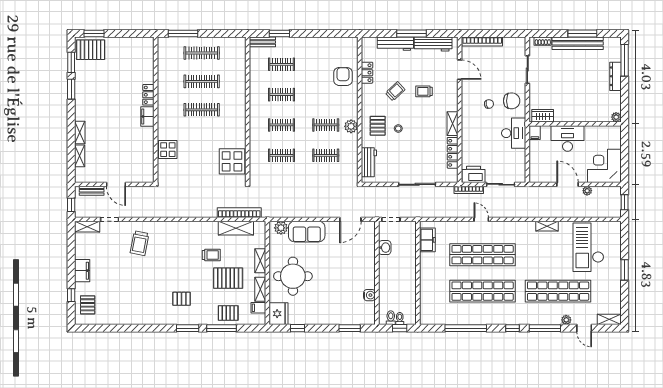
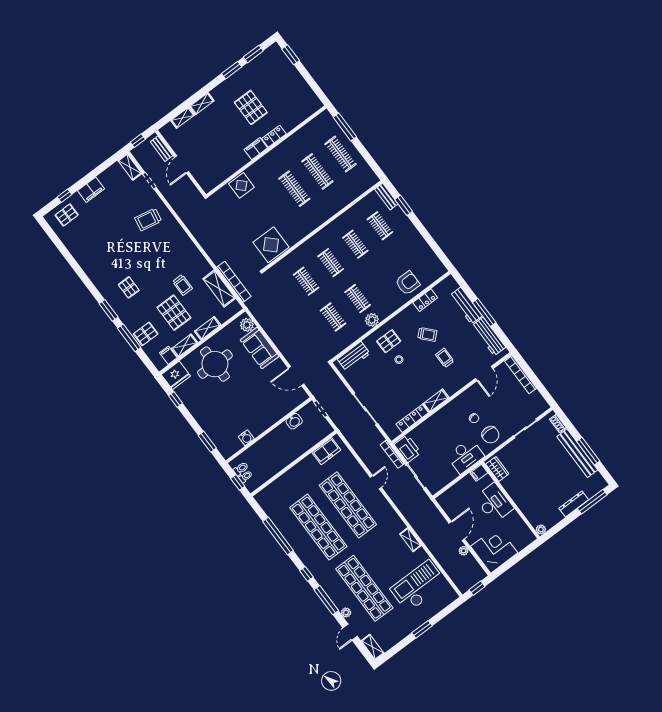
pallet: (91, 50) -> (251, 107), moved
pallet: (228, 313) -> (146, 334), turned 90

